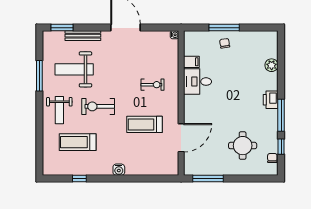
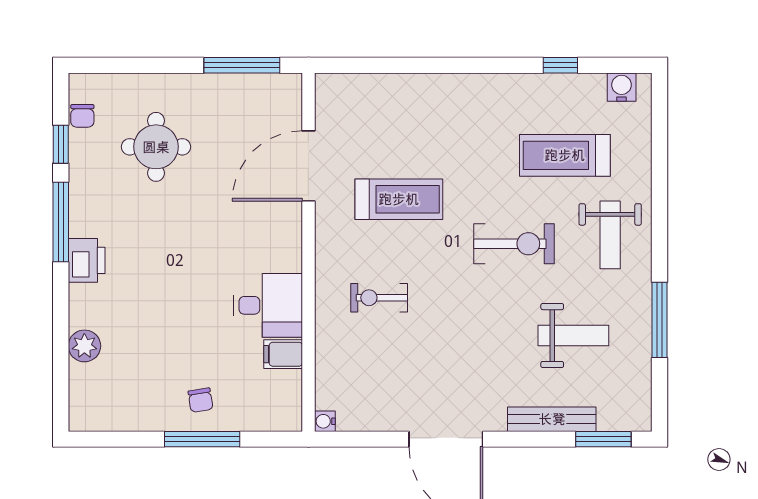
weight bench: (74, 69) -> (573, 336), width x0.73, depth x0.75
weight bench: (59, 110) -> (610, 235), turned 180
treadmill: (78, 142) -> (565, 155), turned 180
water cooler: (119, 170) -> (622, 87), moved

